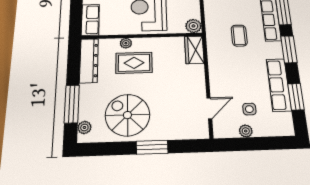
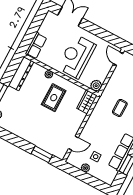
rug: (134, 63) -> (54, 98), moved, turned 90
spiral stairs: (127, 115) -> (25, 121), removed
window: (152, 147) -> (42, 154), moved

